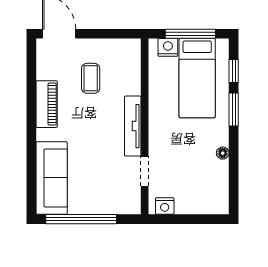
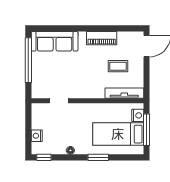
window: (234, 71) -> (44, 157), moved
tv unit: (133, 126) -> (124, 93), moved
nightstand: (165, 206) -> (37, 136), moved

